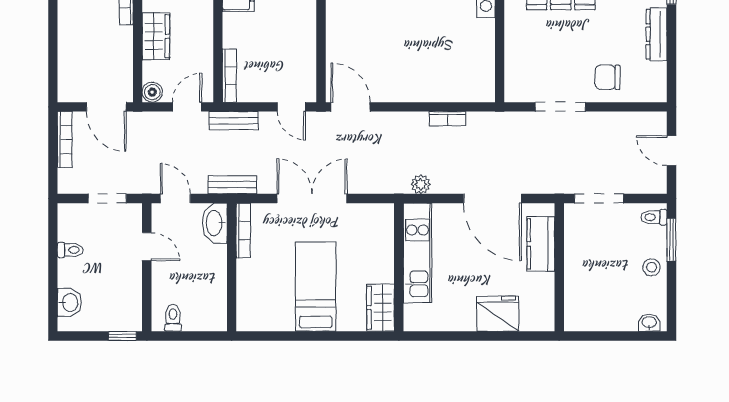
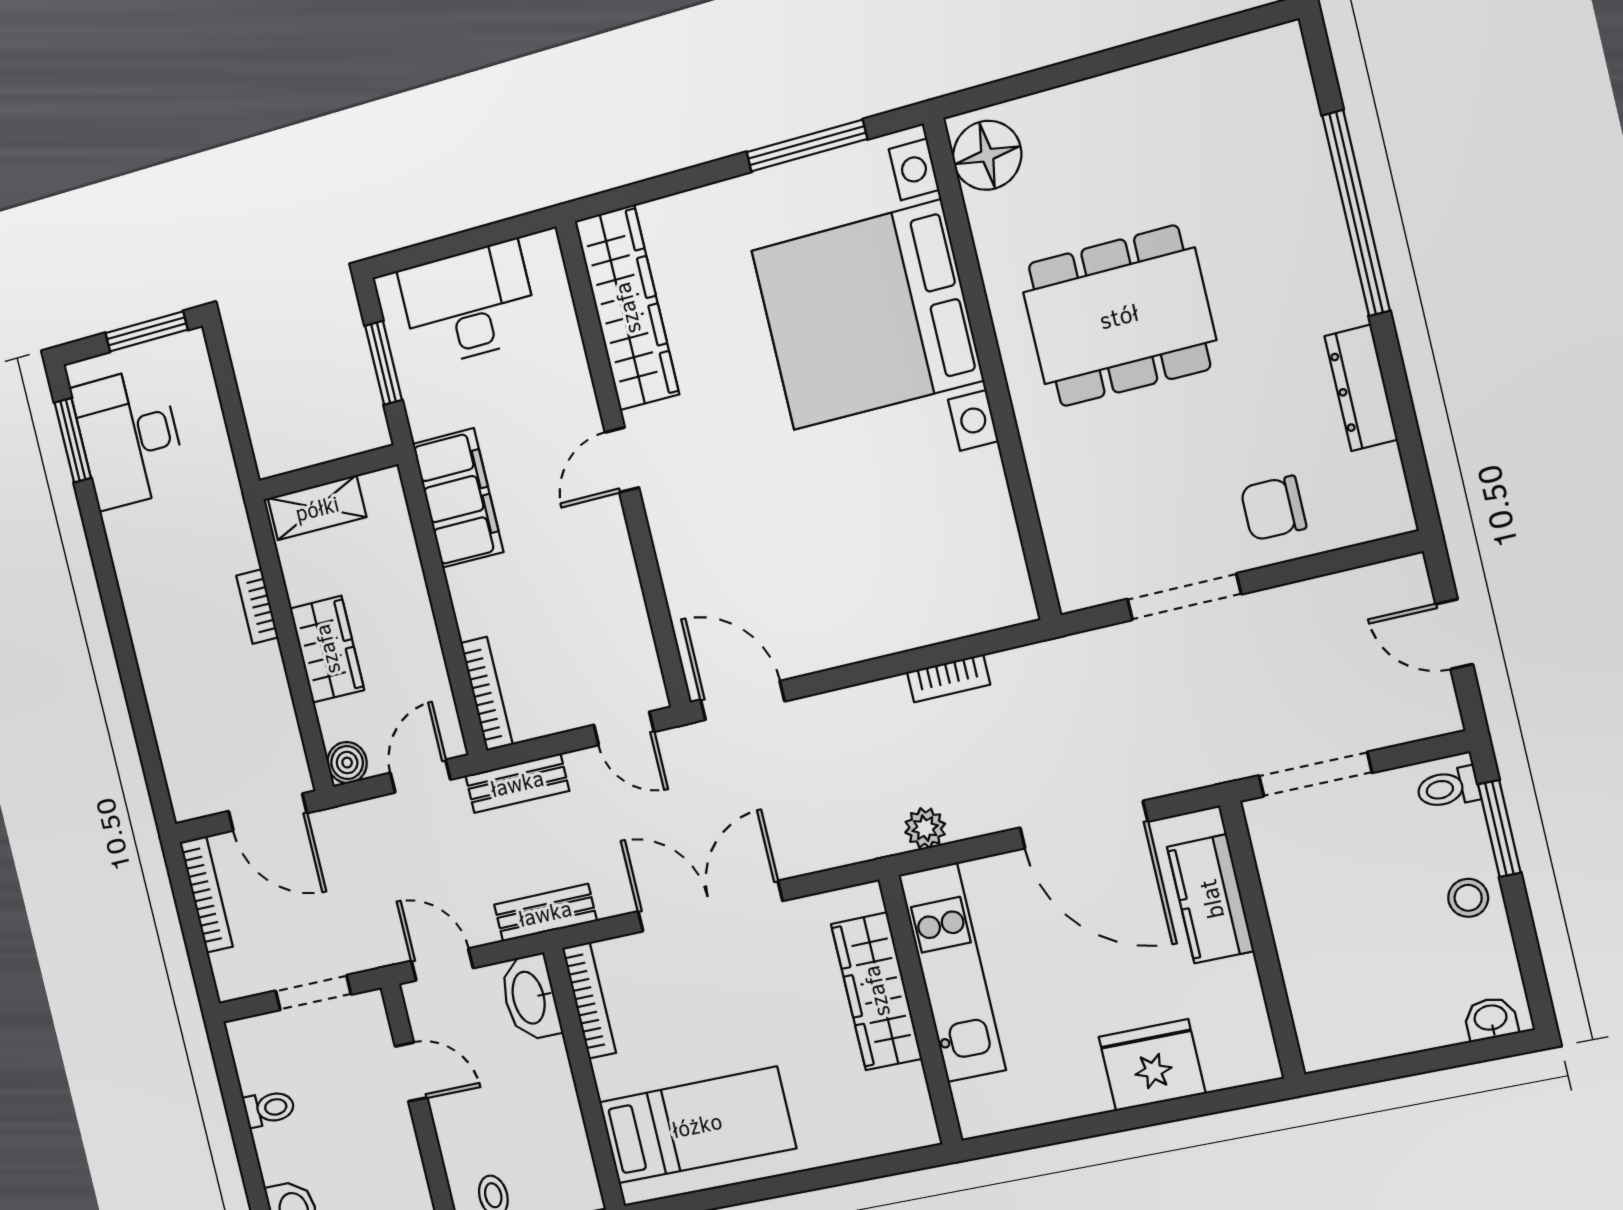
bed: (316, 287) -> (697, 1125), moved, turned 90
wardrobe: (381, 308) -> (876, 991), moved, width x1.50

